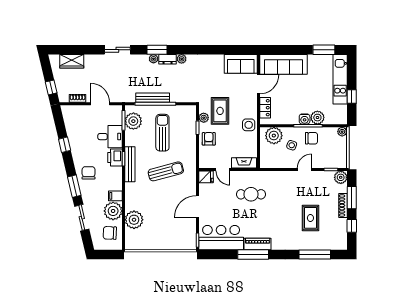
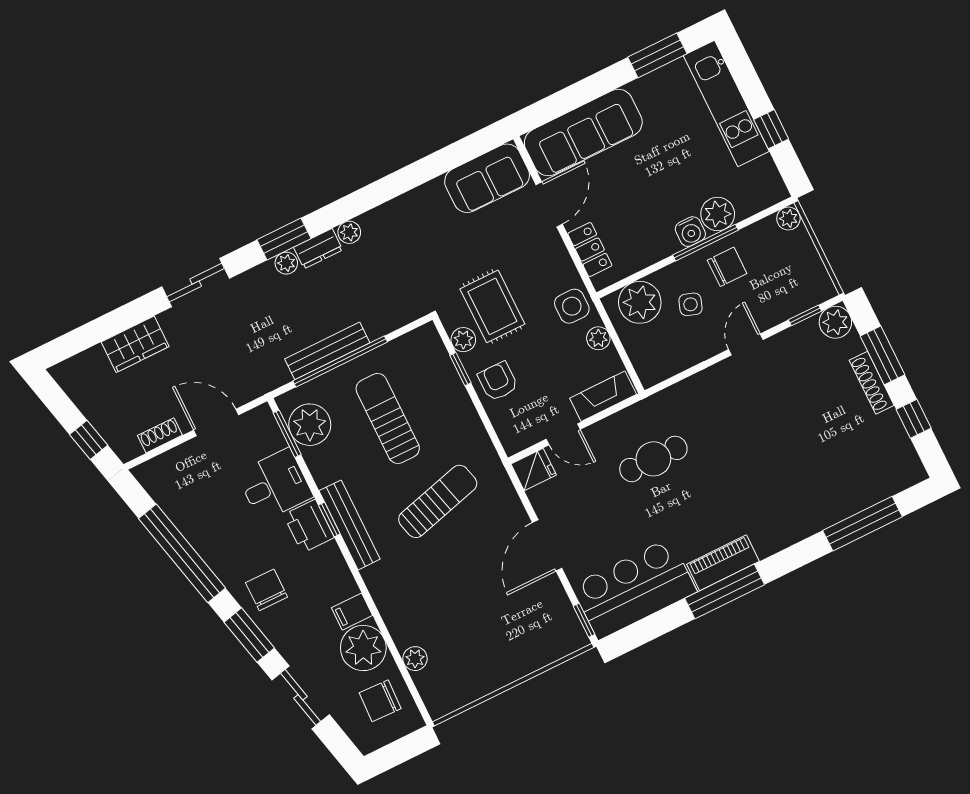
wardrobe: (72, 61) -> (135, 344), moved
plant: (253, 141) -> (598, 338), added
window: (65, 145) -> (182, 553), width x3.17
rug: (310, 218) -> (812, 446), removed
plant: (134, 220) -> (415, 659), width x0.53, depth x0.53

